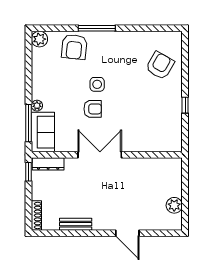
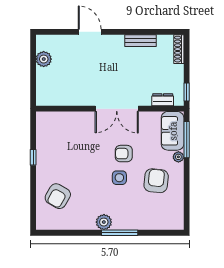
plant: (39, 39) -> (104, 222), moved
armchair: (74, 47) -> (156, 181), moved
dresser: (48, 164) -> (163, 100), width x0.70

